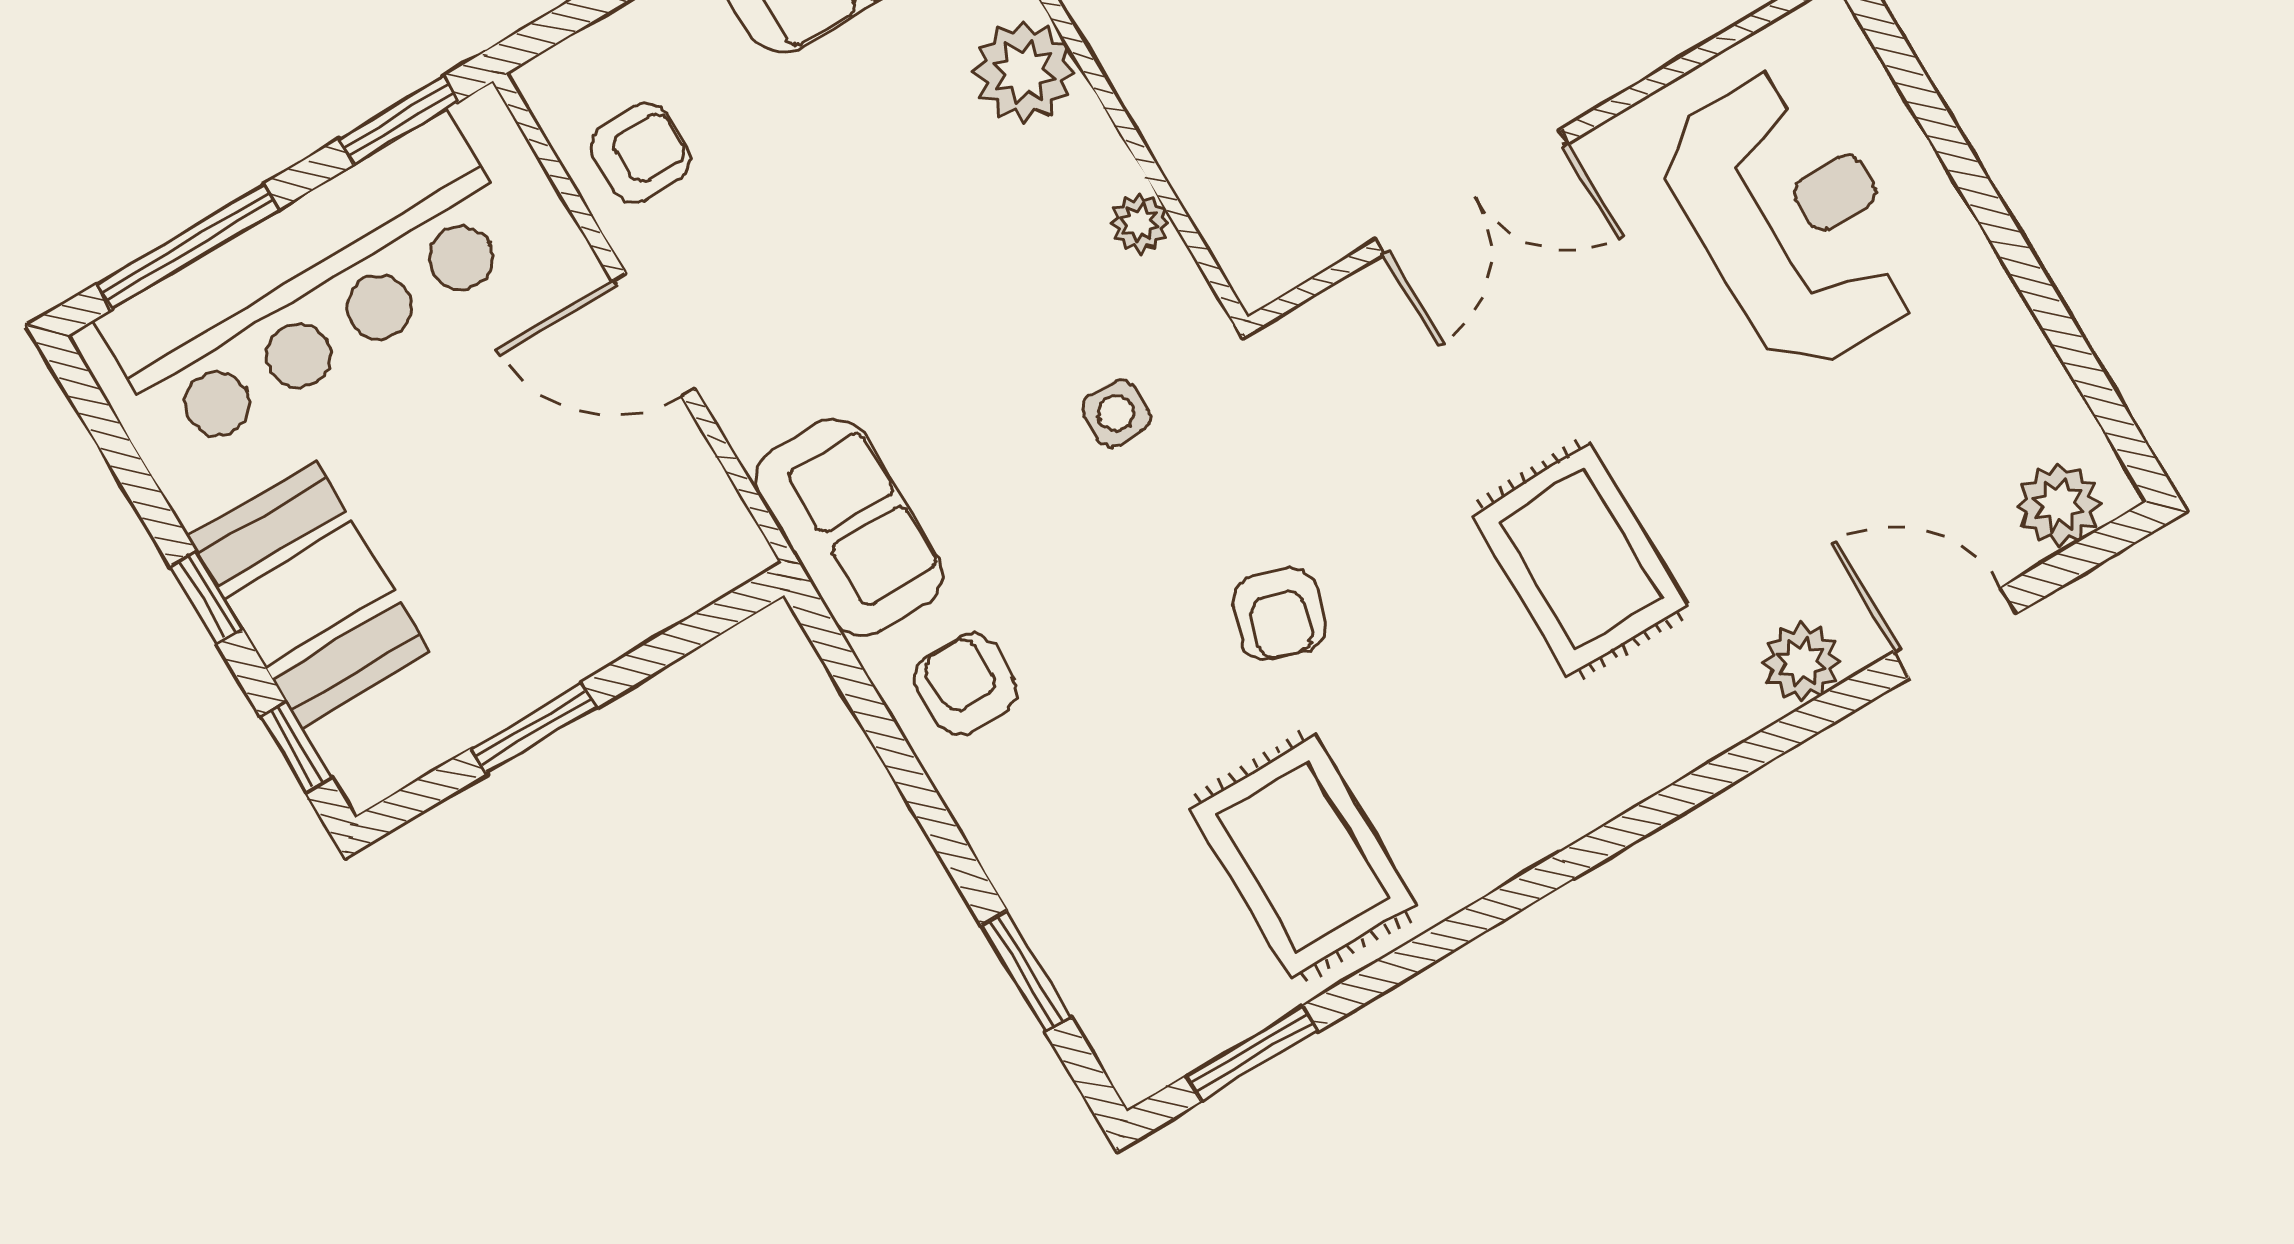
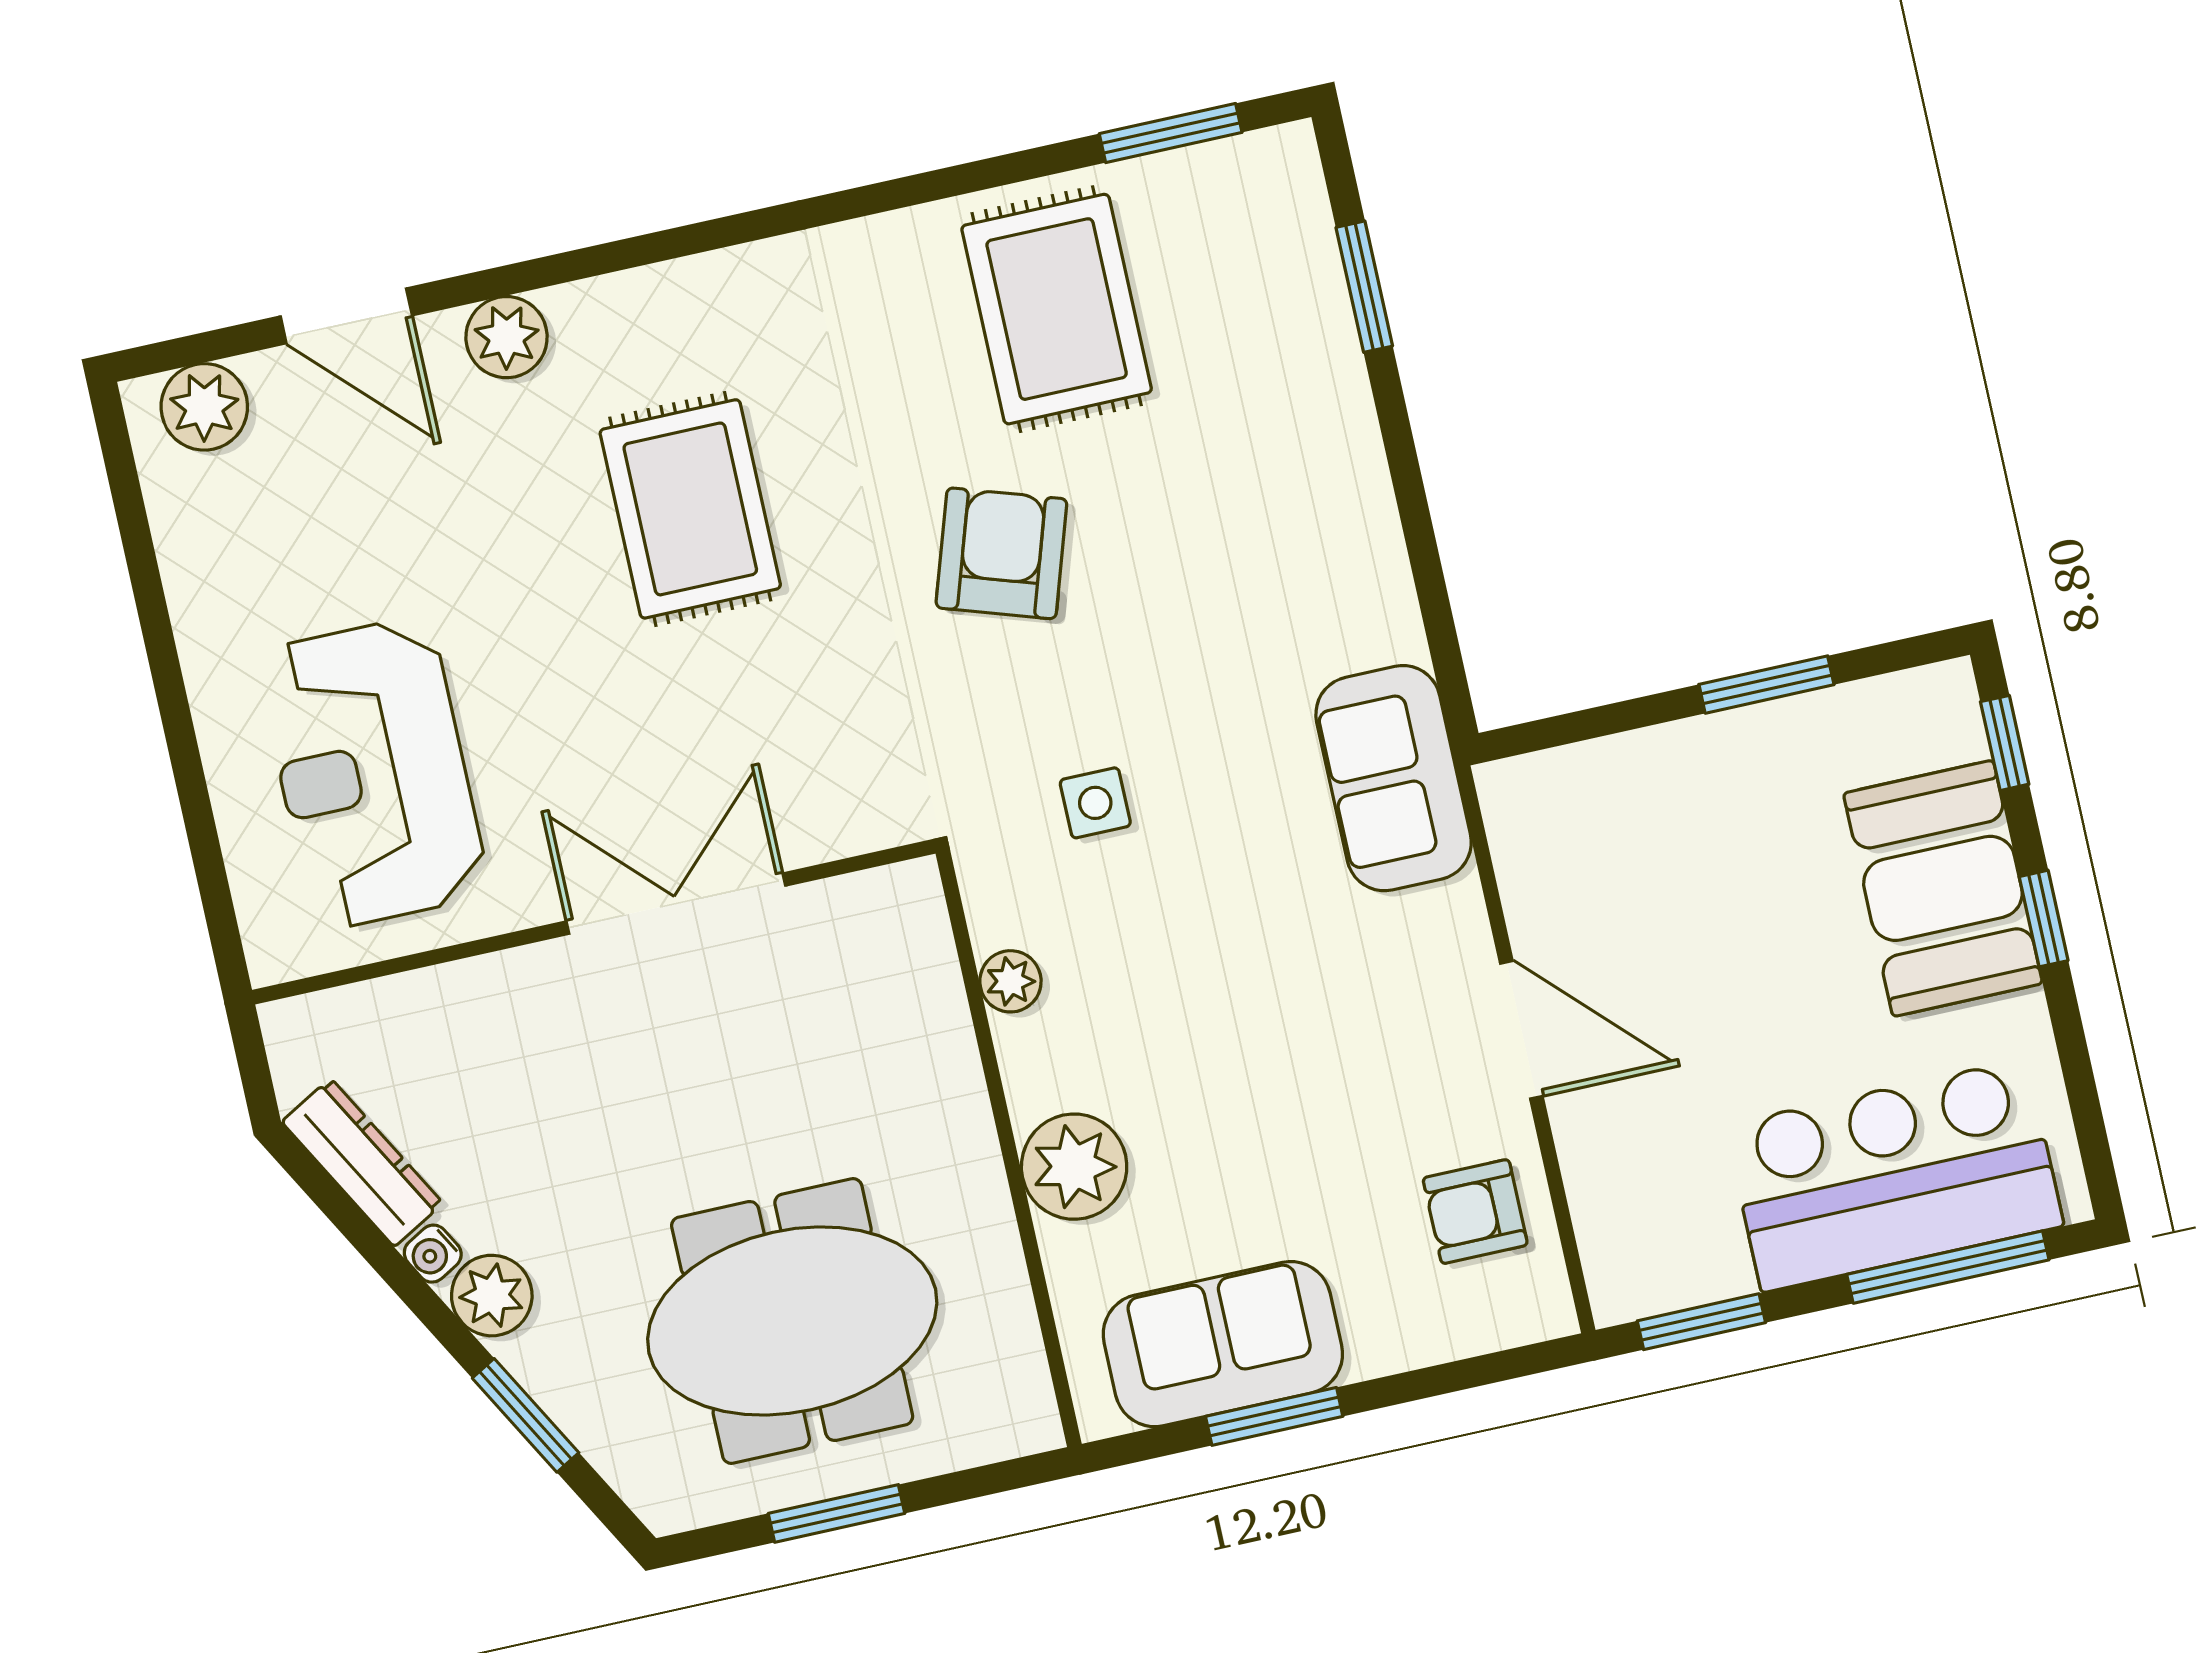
bar counter: (312, 287) -> (1894, 1175), width x0.73
armchair: (1279, 614) -> (1001, 553), width x1.38, depth x1.38
armchair: (965, 684) -> (1330, 587), removed

